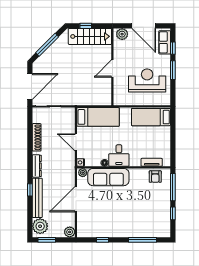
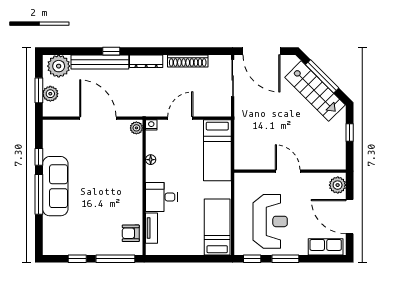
door: (144, 26) -> (350, 217), hinge flipped
stairs: (90, 36) -> (315, 91), moved, turned -45
window: (173, 48) -> (252, 259), moved
desk: (119, 155) -> (161, 197), moved
sofa: (108, 177) -> (55, 186), moved, turned 180
plant: (70, 232) -> (50, 94), moved
window: (47, 240) -> (39, 90), moved
window: (142, 240) -> (39, 194), moved

